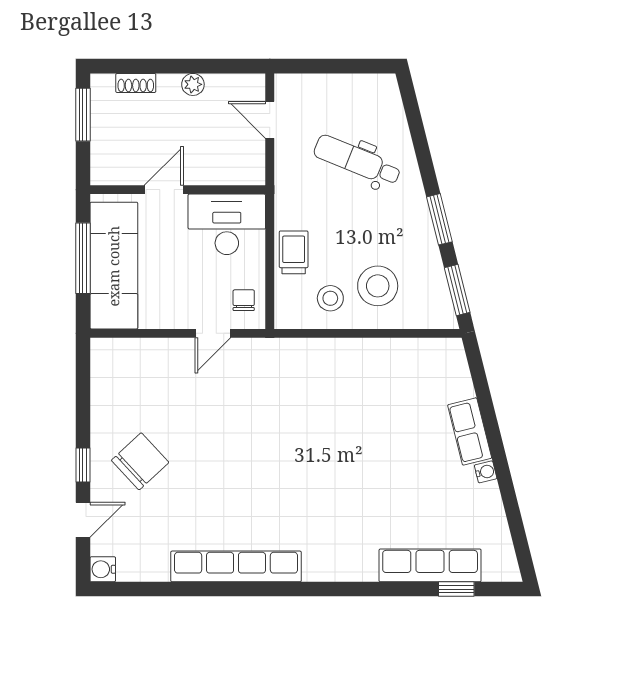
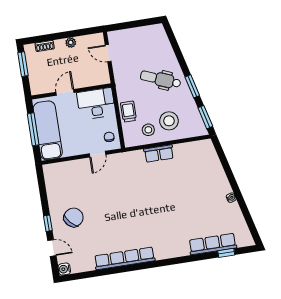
dental chair: (357, 161) -> (161, 79), moved
row of seats: (470, 431) -> (159, 153), moved, turned -76
door: (83, 520) -> (52, 248), hinge flipped

